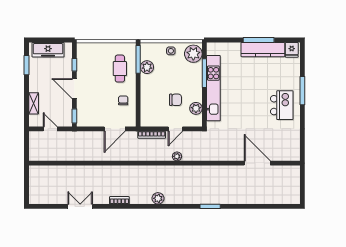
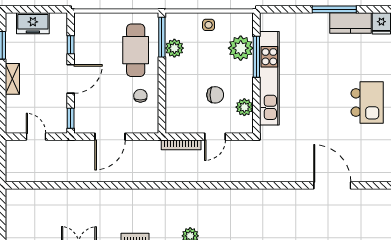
freezer: (48, 50) -> (33, 23), width x0.71
kitchen counter: (263, 50) -> (350, 23), width x0.67
plant: (193, 54) -> (241, 48), moved
cafe table: (120, 69) -> (136, 50), width x1.37, depth x1.35
door: (74, 89) -> (71, 79), swing flipped
shelving: (34, 103) -> (12, 79), moved
door: (115, 129) -> (110, 137), moved
plant: (177, 156) -> (217, 176), removed

